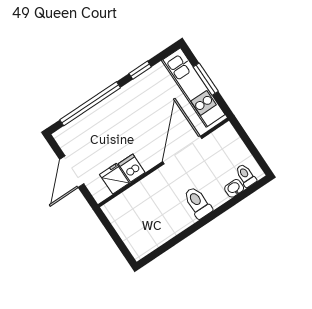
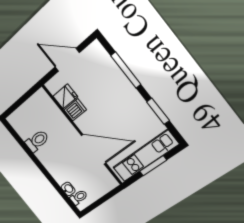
window: (140, 70) -> (158, 111), width x1.50
window: (90, 104) -> (126, 70), width x0.68
toilet: (198, 203) -> (37, 141), moved

